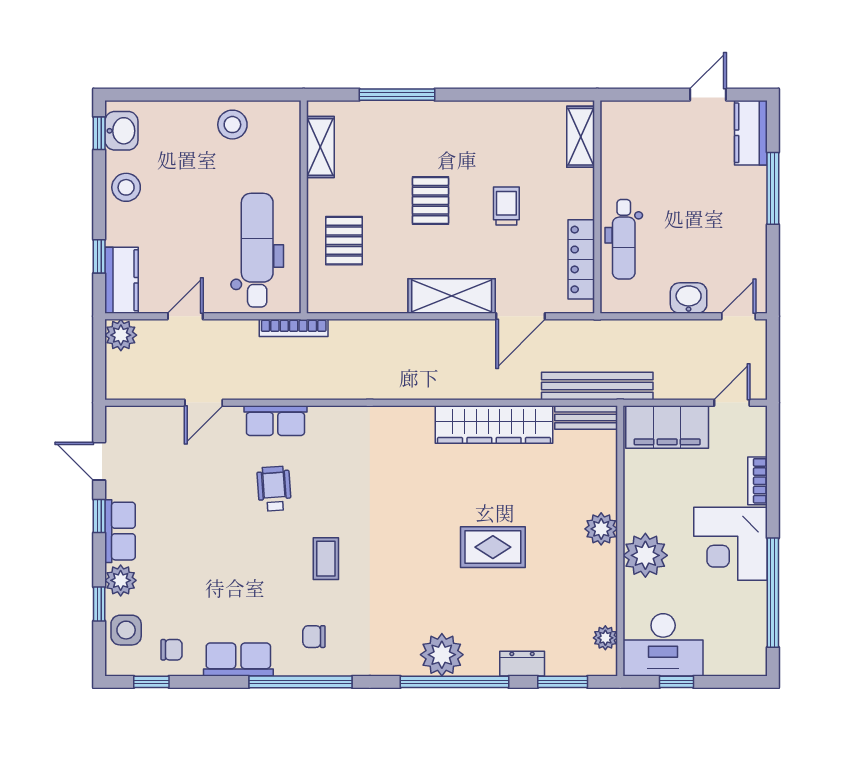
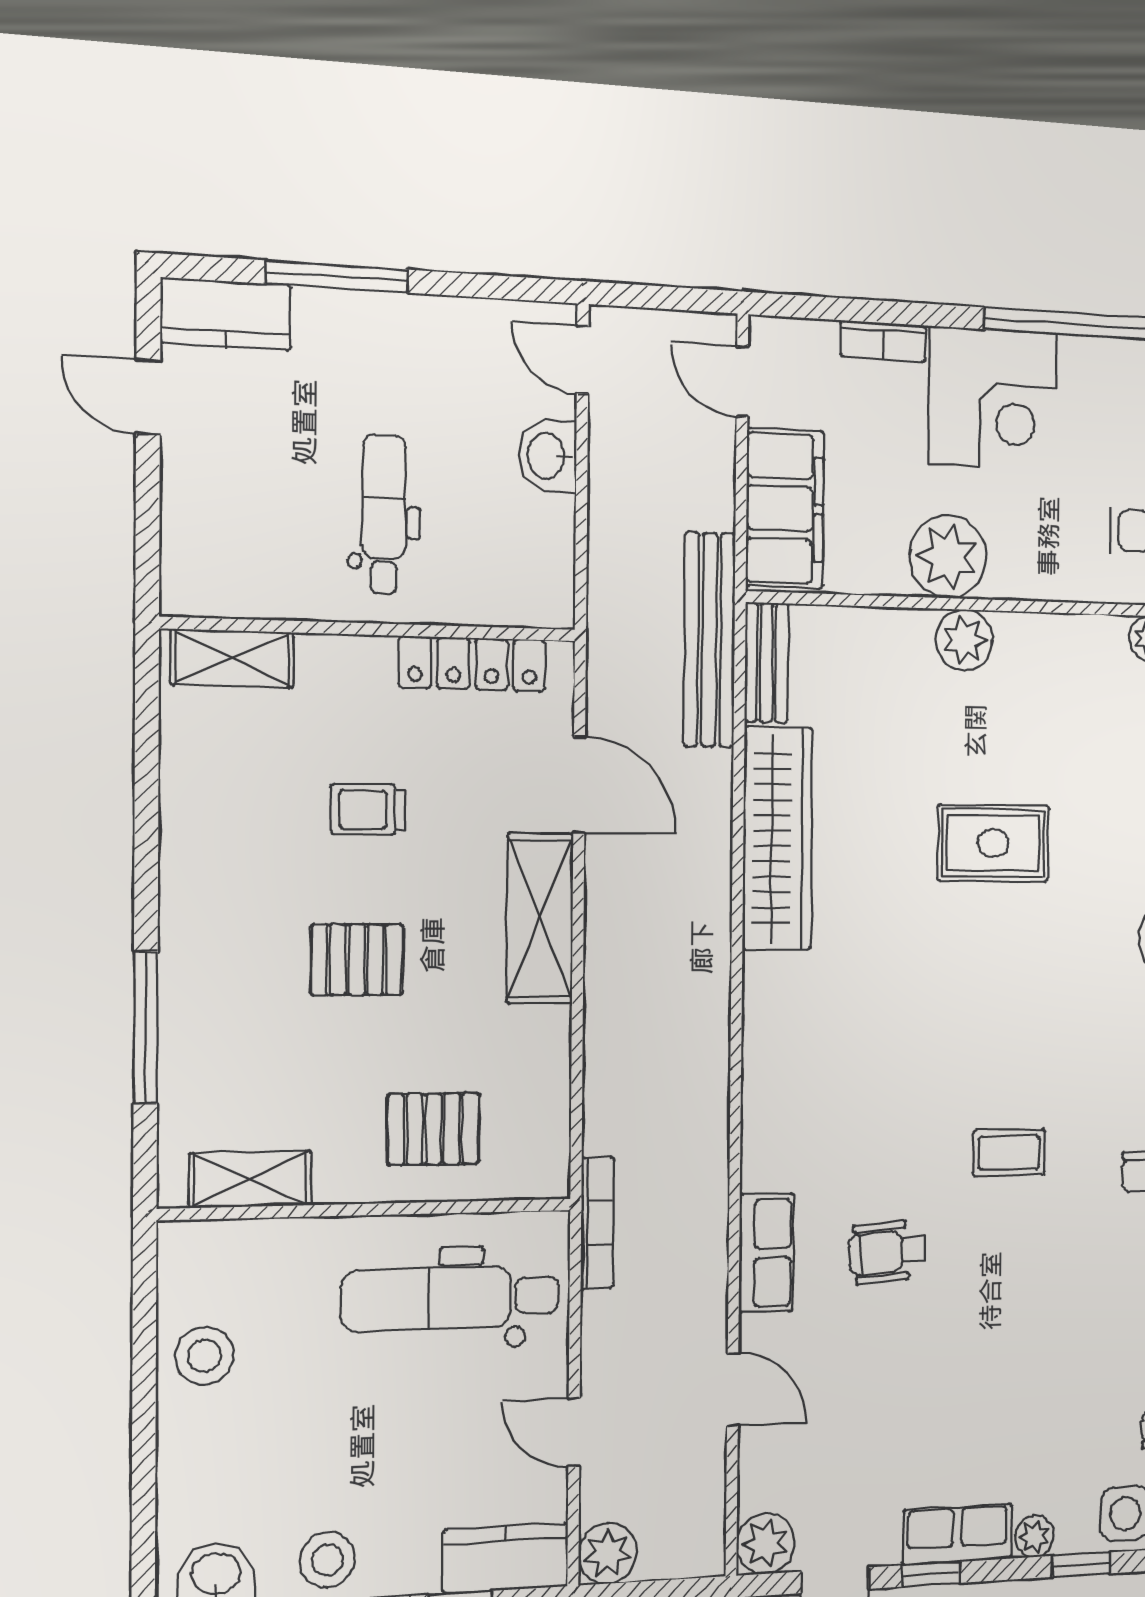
dental chair: (624, 239) -> (384, 514), moved, turned -90
plant: (121, 422) -> (765, 1544), added
rug: (493, 547) -> (993, 843), turned 90
plant: (645, 555) -> (948, 557), moved
plant: (121, 580) -> (1035, 1536), width x0.73, depth x0.73

